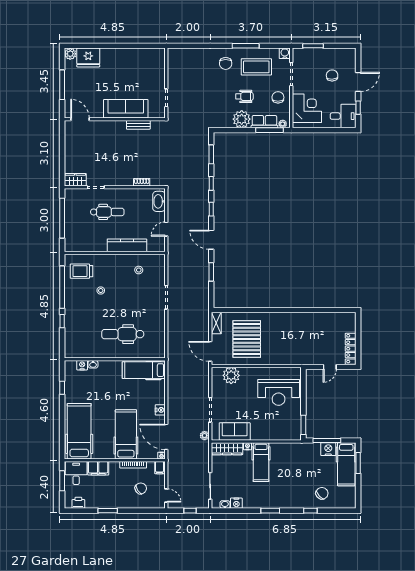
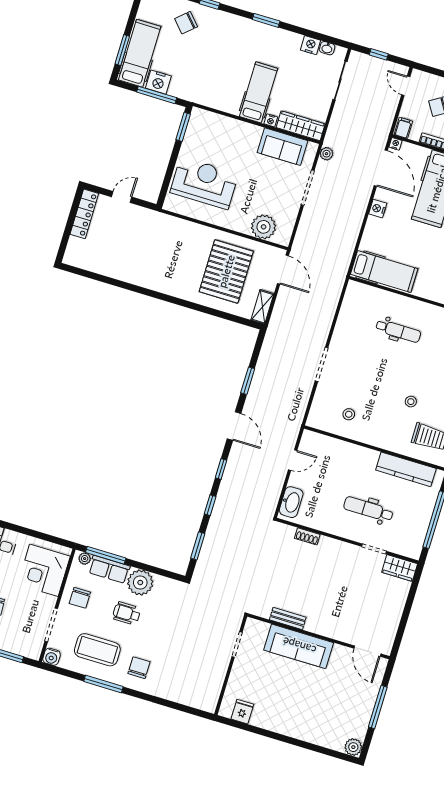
fridge: (88, 57) -> (242, 712), moved, width x0.53, depth x0.75
kitchen counter: (127, 245) -> (406, 469), moved
dental chair: (123, 334) -> (398, 331), width x0.73, depth x0.72

